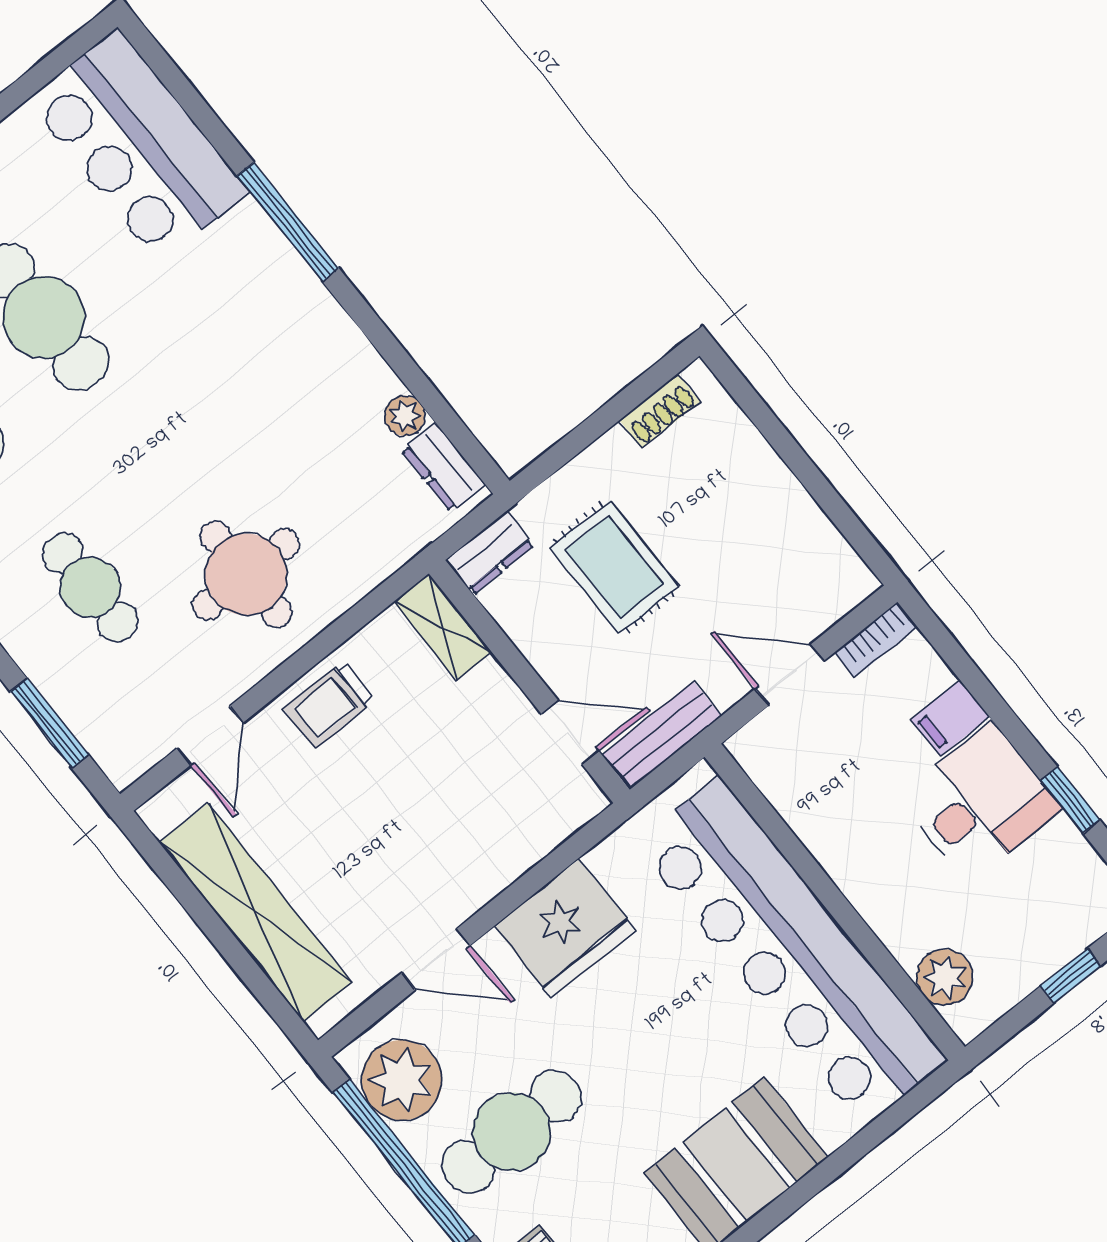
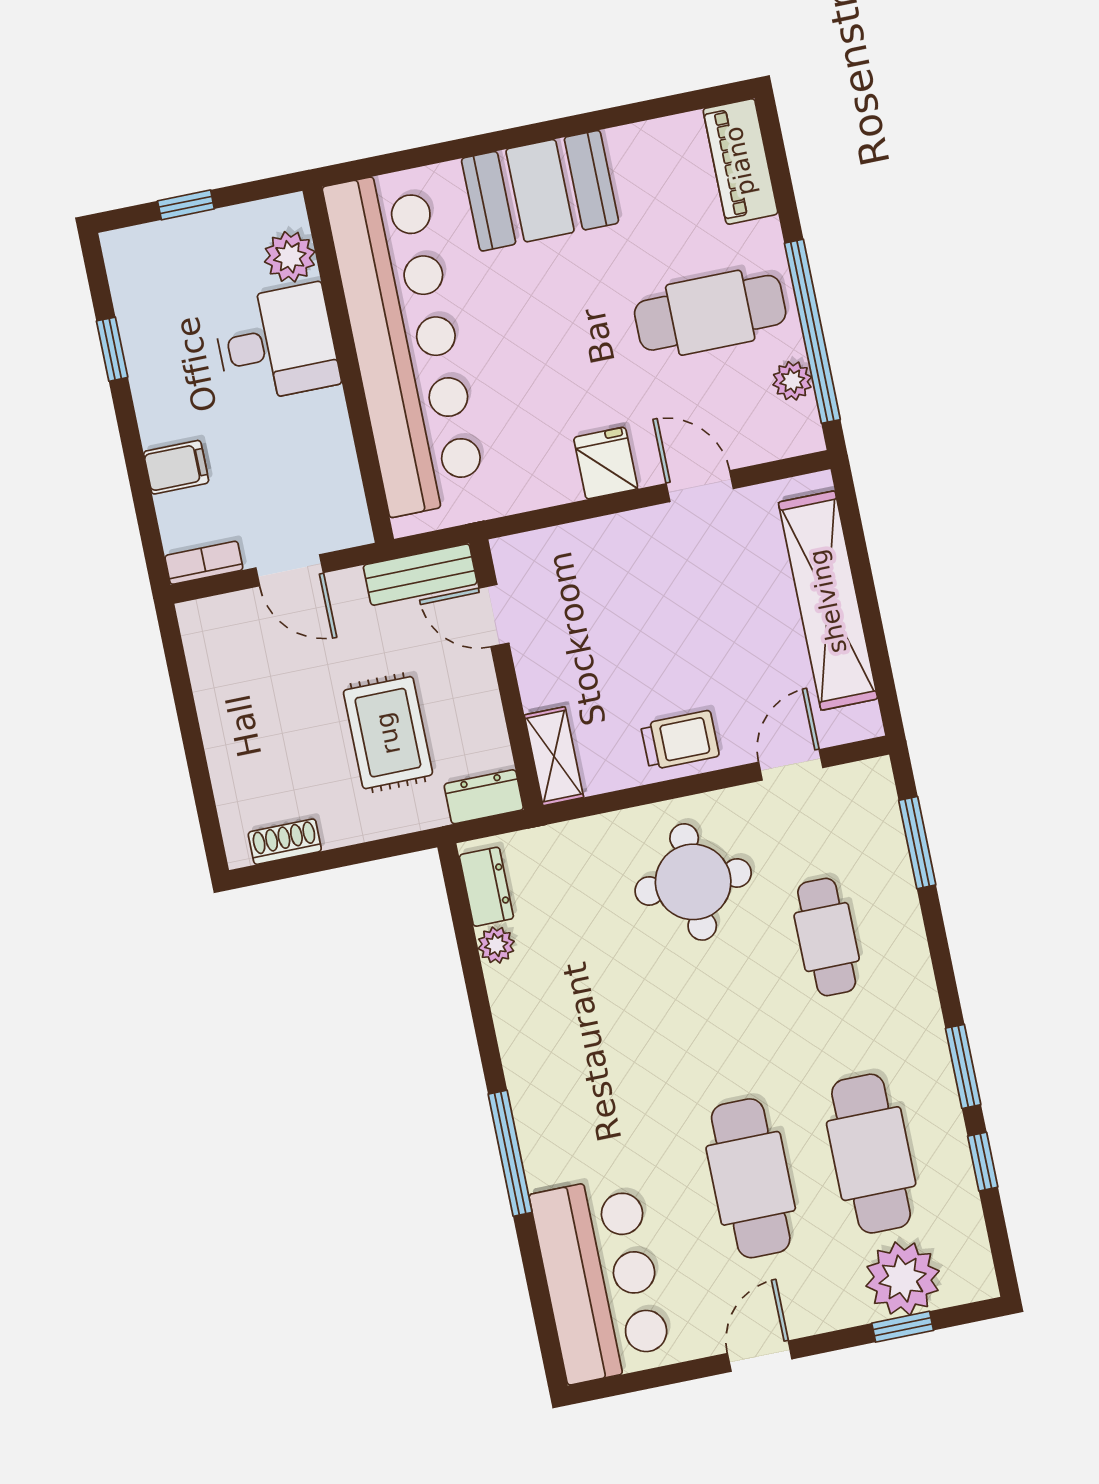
desk: (980, 803) -> (276, 343), moved, turned 180
fridge: (565, 928) -> (606, 463), width x0.53, depth x0.75
plant: (402, 1080) -> (792, 381), width x0.53, depth x0.53

